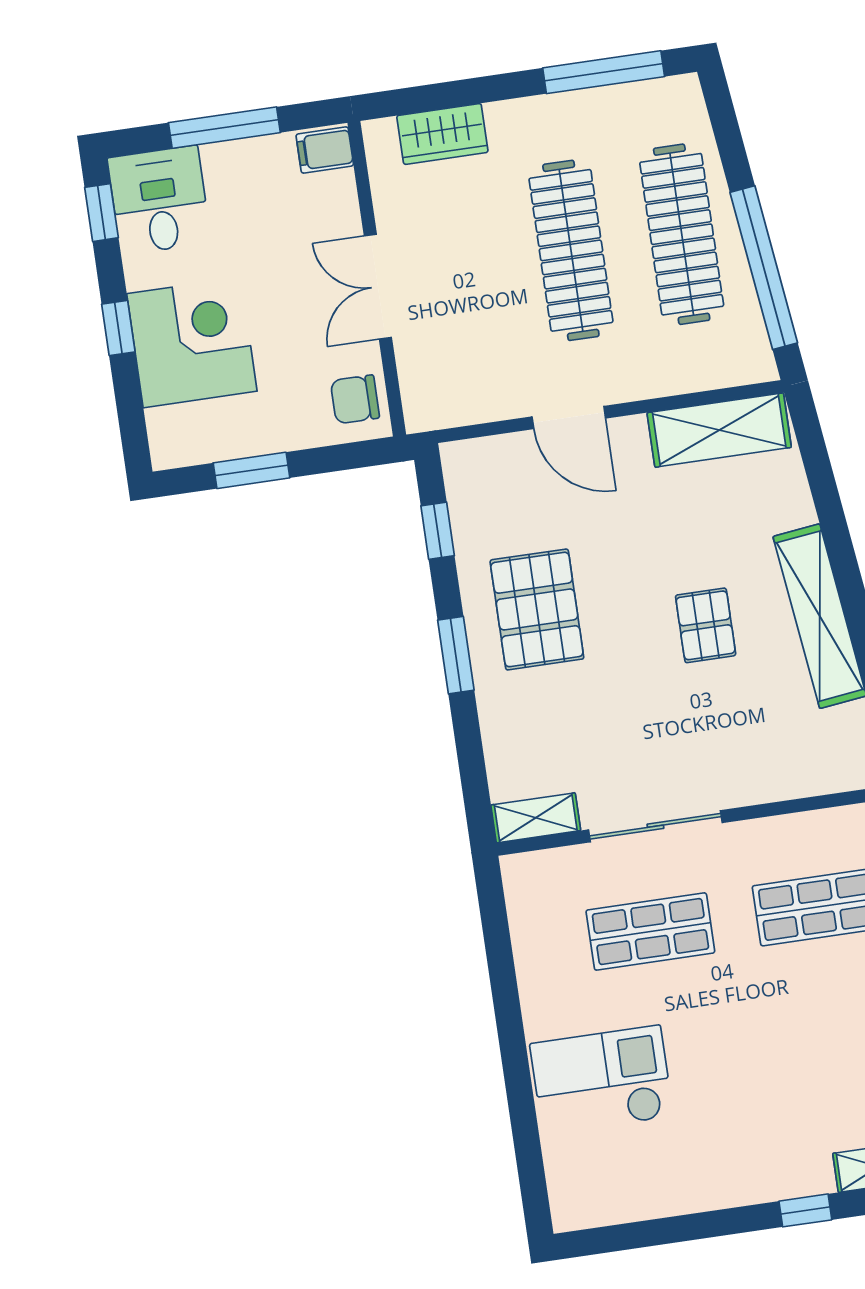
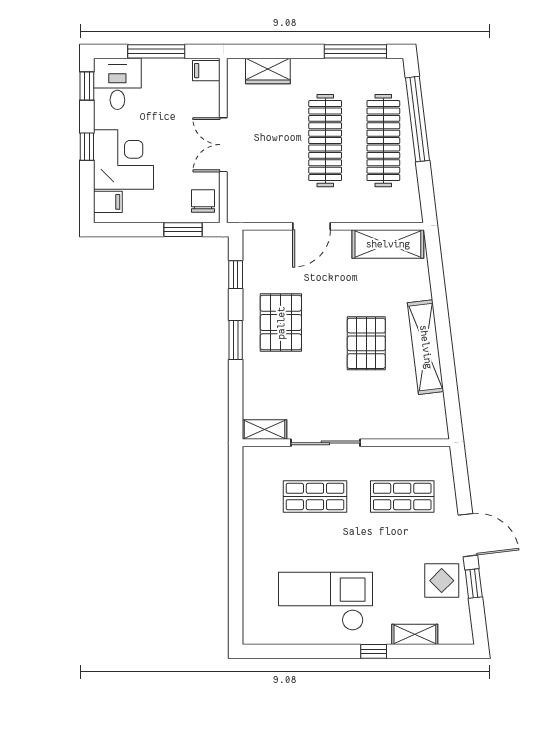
window: (764, 268) -> (418, 119), moved
chair: (355, 399) -> (203, 201), turned 90
door: (569, 417) -> (312, 226), hinge flipped
filing cabinet: (174, 428) -> (108, 202), added
window: (251, 470) -> (183, 230), moved
pallet: (706, 625) -> (366, 343), width x1.50, depth x1.42
checkout: (602, 1080) -> (325, 601), moved, width x1.36, depth x1.21

